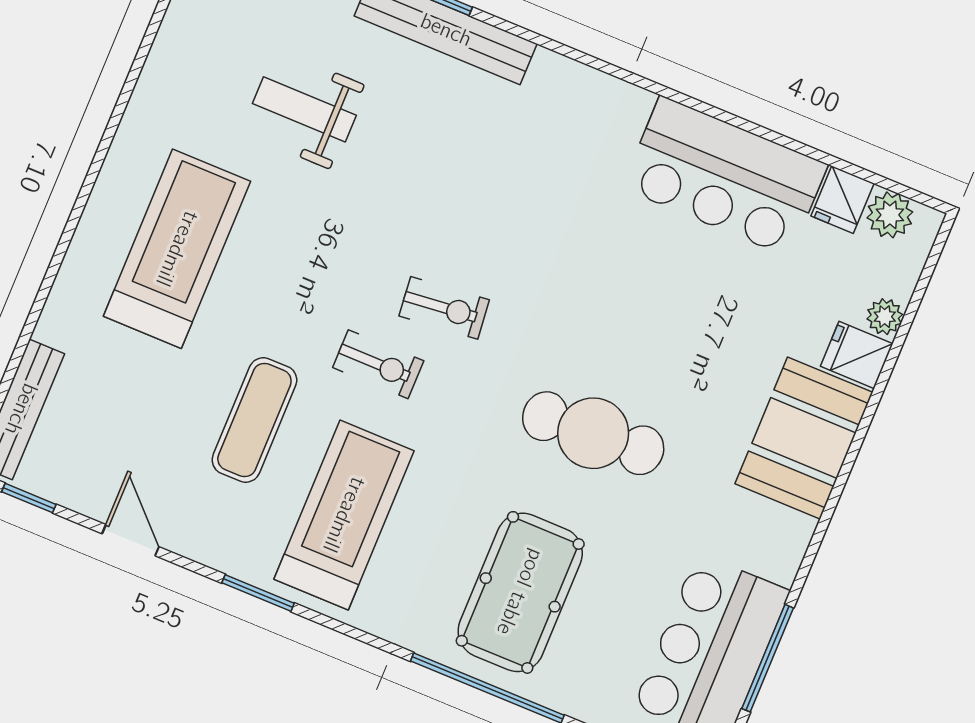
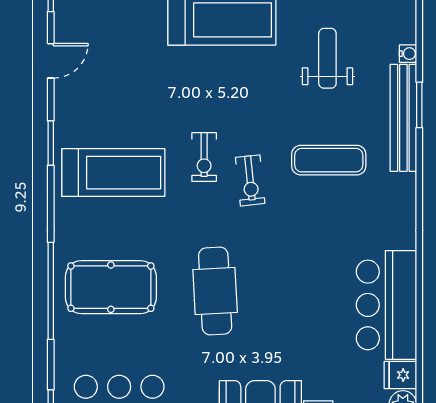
exercise mat: (254, 420) -> (329, 160), moved

